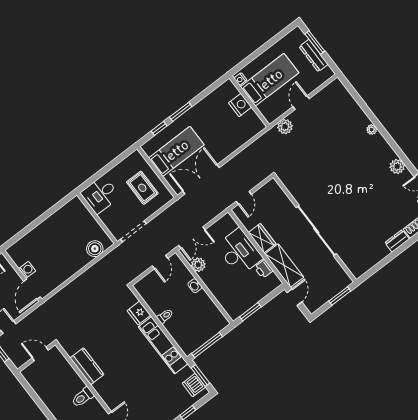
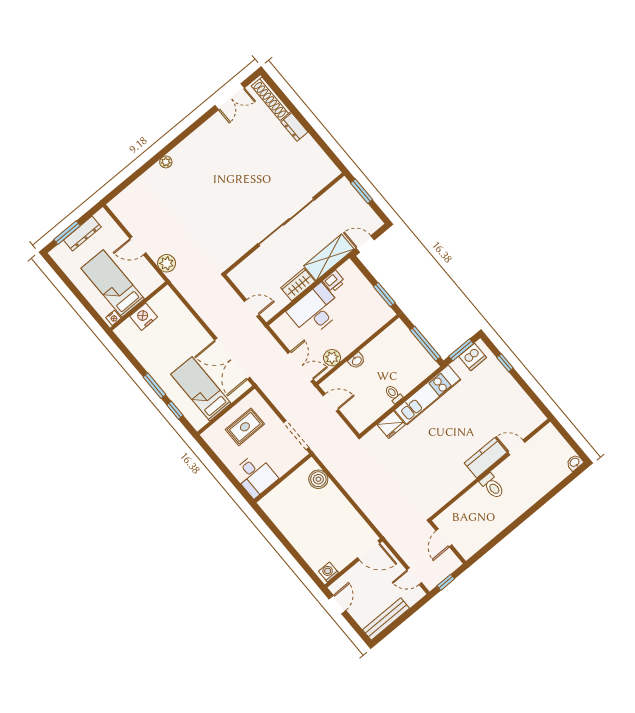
plant: (397, 166) -> (208, 131), removed
washing machine: (27, 270) -> (329, 572), moved
kitchen counter: (87, 366) -> (486, 458), moved

